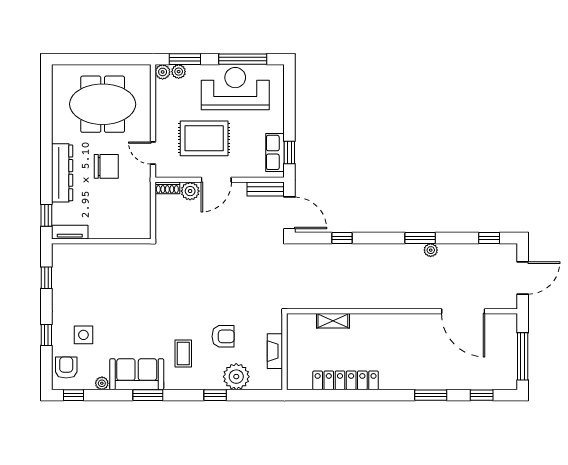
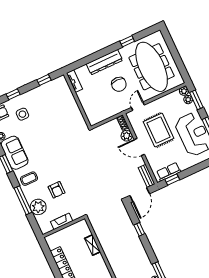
meeting table: (103, 104) -> (152, 67), width x1.36
window: (46, 215) -> (127, 41), moved
coffee table: (183, 354) -> (29, 179), moved
window: (215, 395) -> (23, 200), width x2.17

